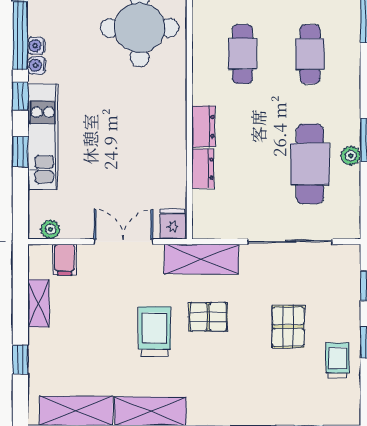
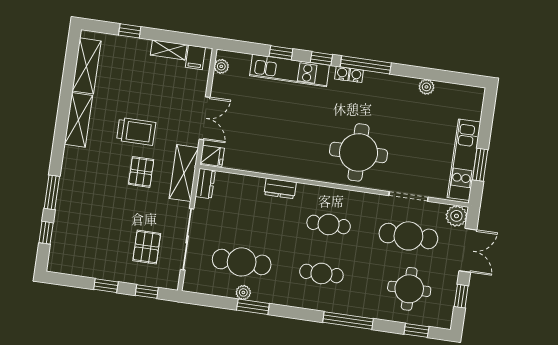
dresser: (203, 169) -> (205, 184), moved, turned -90
filing cabinet: (65, 260) -> (195, 57), moved, turned -90
pallet: (288, 327) -> (147, 247), moved, turned 90
trolley: (338, 360) -> (96, 261), removed

